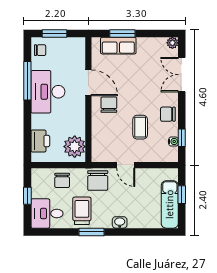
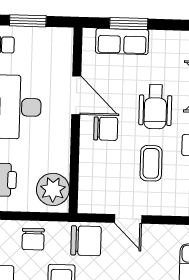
wheelchair: (142, 89) -> (155, 107), added
chair: (109, 105) -> (106, 129), turned 90
chair: (98, 180) -> (86, 241), turned -90

